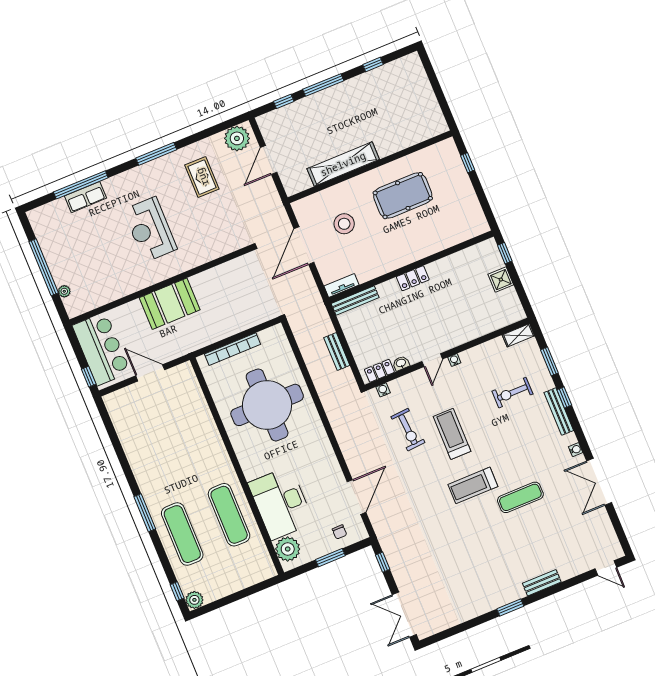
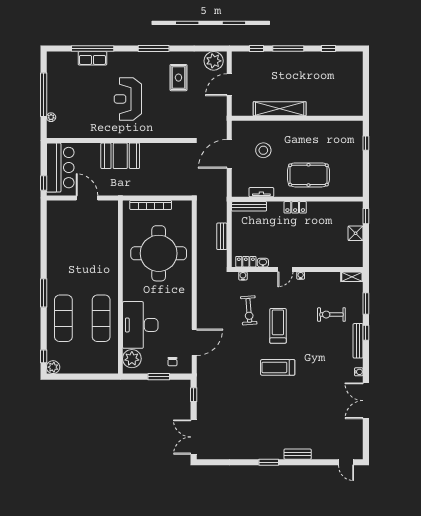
pool table: (403, 196) -> (308, 175), moved
tv unit: (341, 286) -> (261, 192), moved
exercise mat: (520, 497) -> (307, 389), removed

